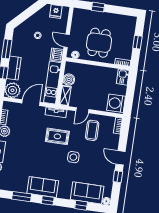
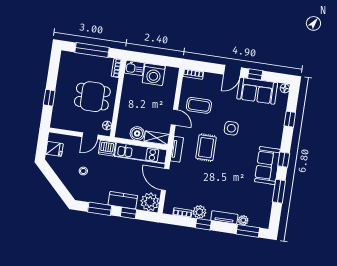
window: (137, 42) -> (92, 50), width x2.17
washing machine: (116, 103) -> (154, 74), moved
sofa: (87, 193) -> (257, 91), moved, turned -90

